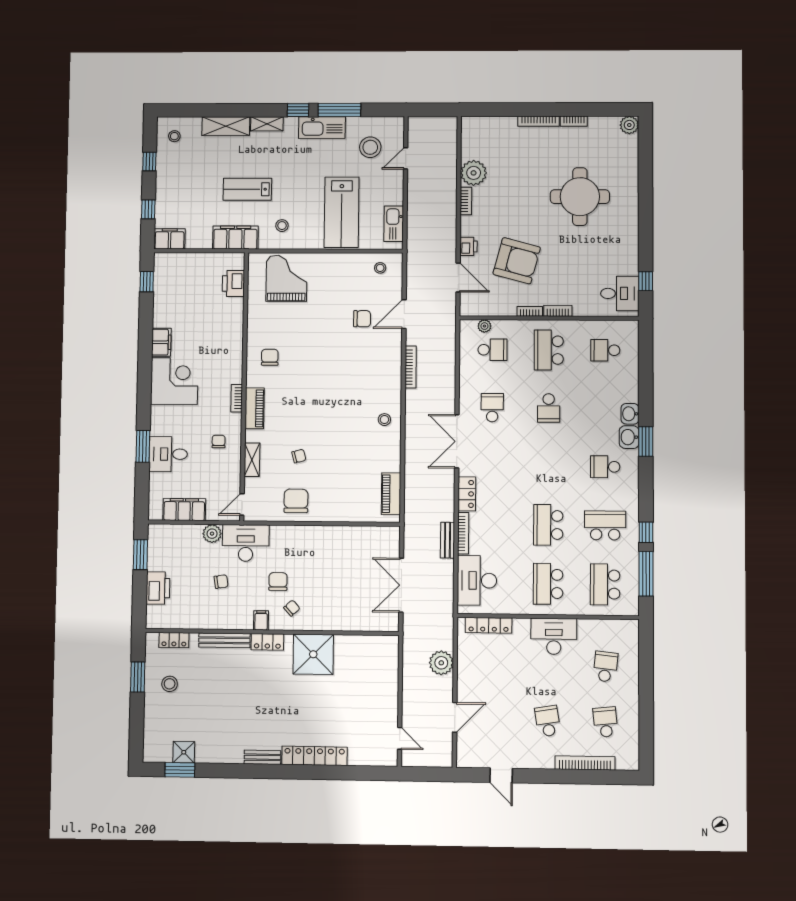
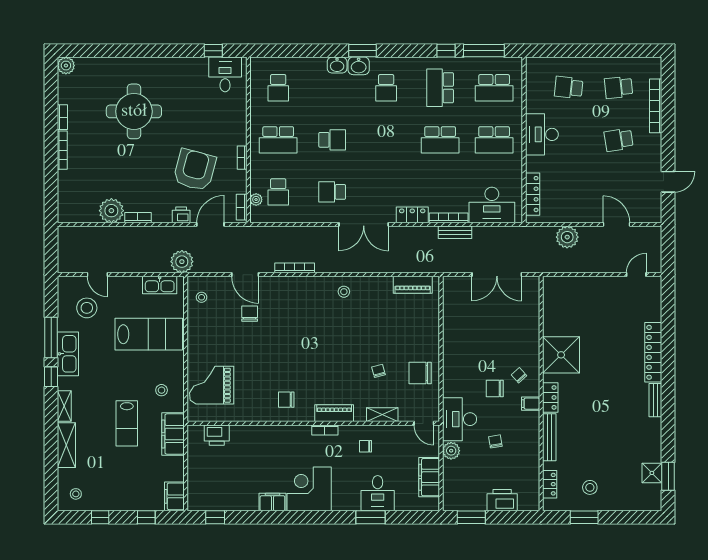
plant: (418, 247) -> (182, 262), added
bookcase: (558, 311) -> (242, 207), moved
school desk: (493, 350) -> (278, 192), turned 180

